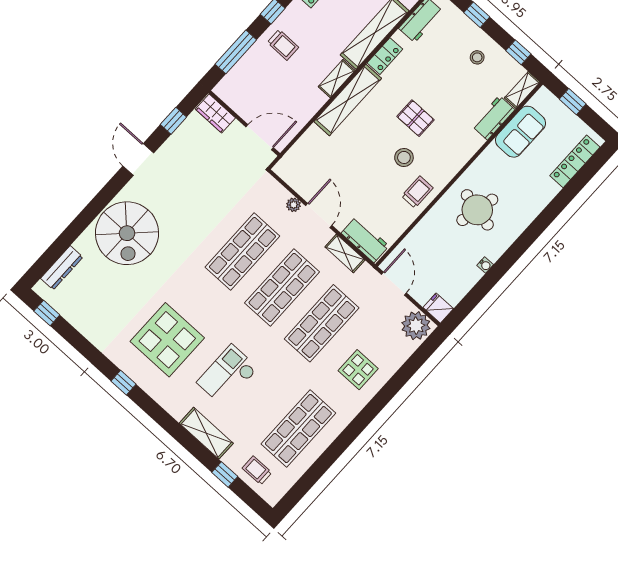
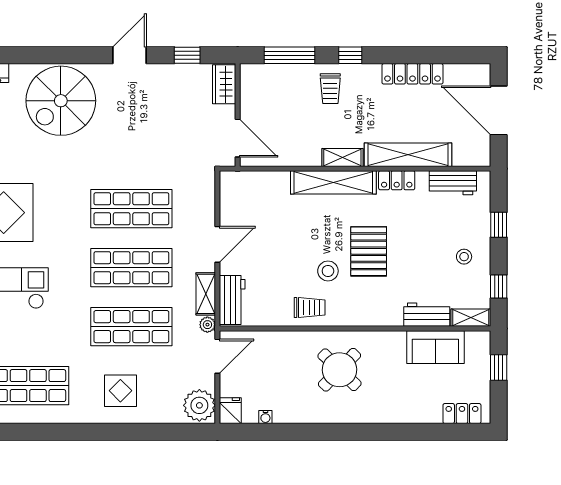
pallet: (415, 118) -> (369, 251), width x1.50, depth x1.42
locker: (575, 161) -> (462, 414), width x0.66
plant: (294, 205) -> (207, 325), moved
round table: (477, 210) -> (340, 370), turned 31
water cooler: (485, 265) -> (265, 417), moved

